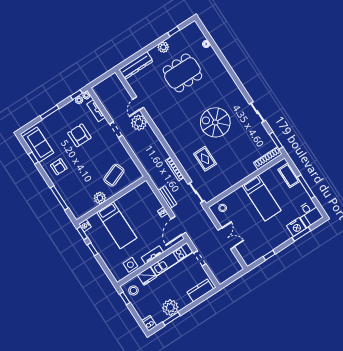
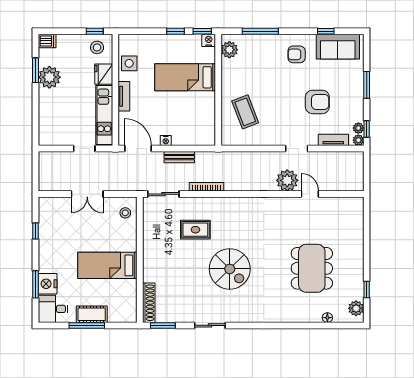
plant: (163, 47) -> (356, 308), moved
dresser: (136, 65) -> (356, 220), removed
spiral stairs: (215, 122) -> (230, 269), turned 90
cot: (289, 175) -> (92, 314), moved
plant: (100, 198) -> (229, 50), moved
kitchen counter: (200, 290) -> (47, 125), removed

